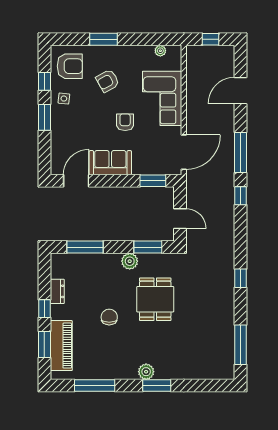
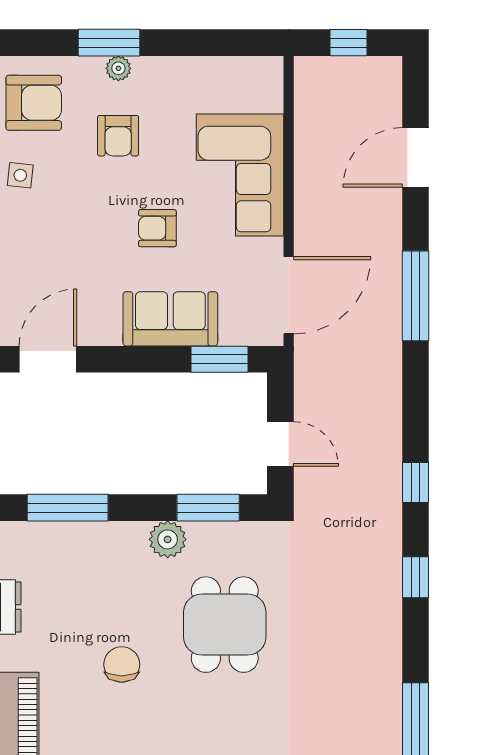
plant: (160, 51) -> (118, 68), moved
armchair: (108, 81) -> (118, 136), turned -61
armchair: (125, 122) -> (157, 228), turned -90
sofa: (110, 163) -> (170, 319), moved
window: (240, 196) -> (416, 482), moved

